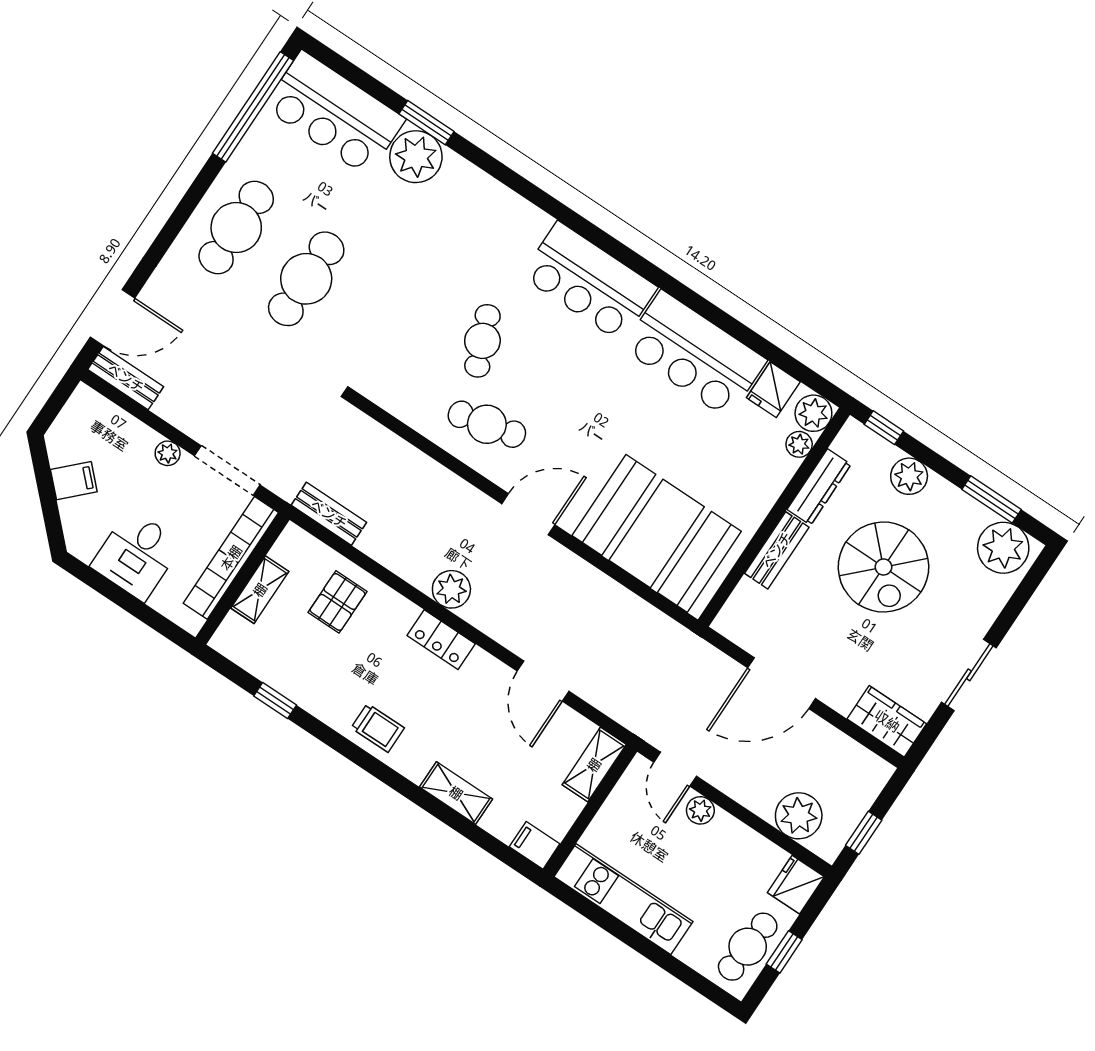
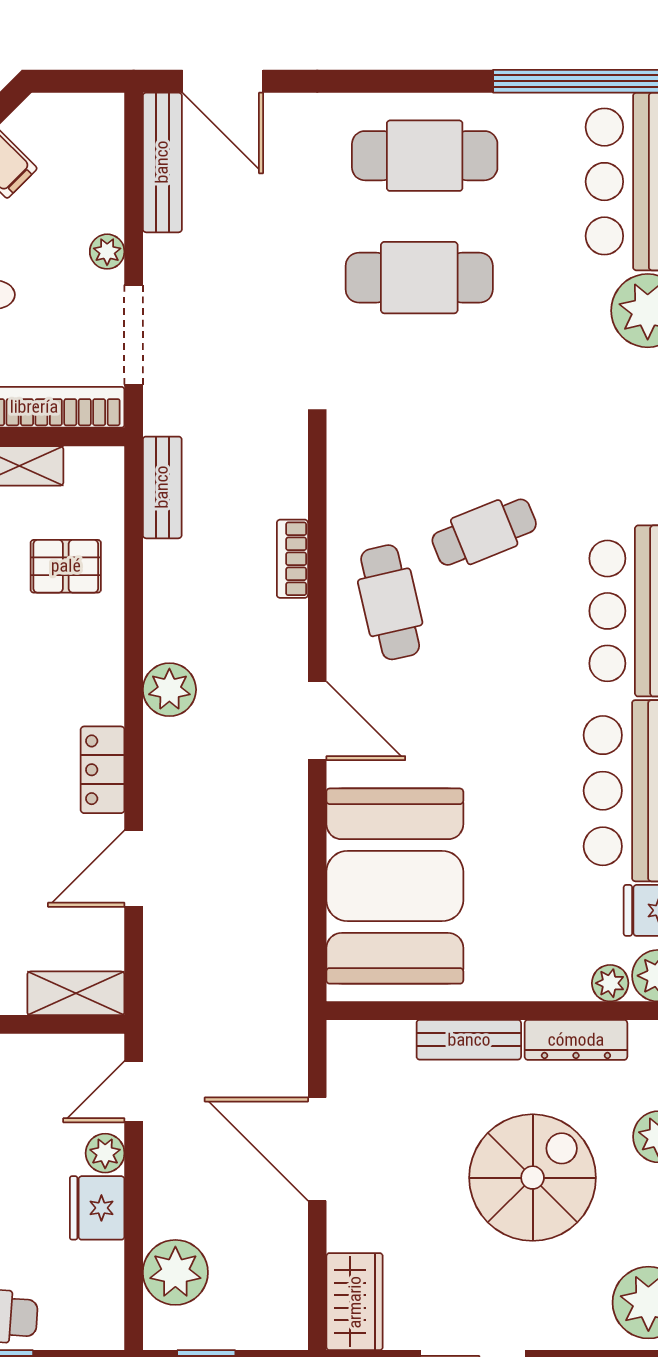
bench: (126, 378) -> (162, 162), width x1.36
bookcase: (423, 465) -> (292, 559), added
spiral stairs: (883, 567) -> (533, 1178), turned 180
locker: (441, 640) -> (103, 770), moved
fridge: (796, 885) -> (97, 1208), moved, turned -90

